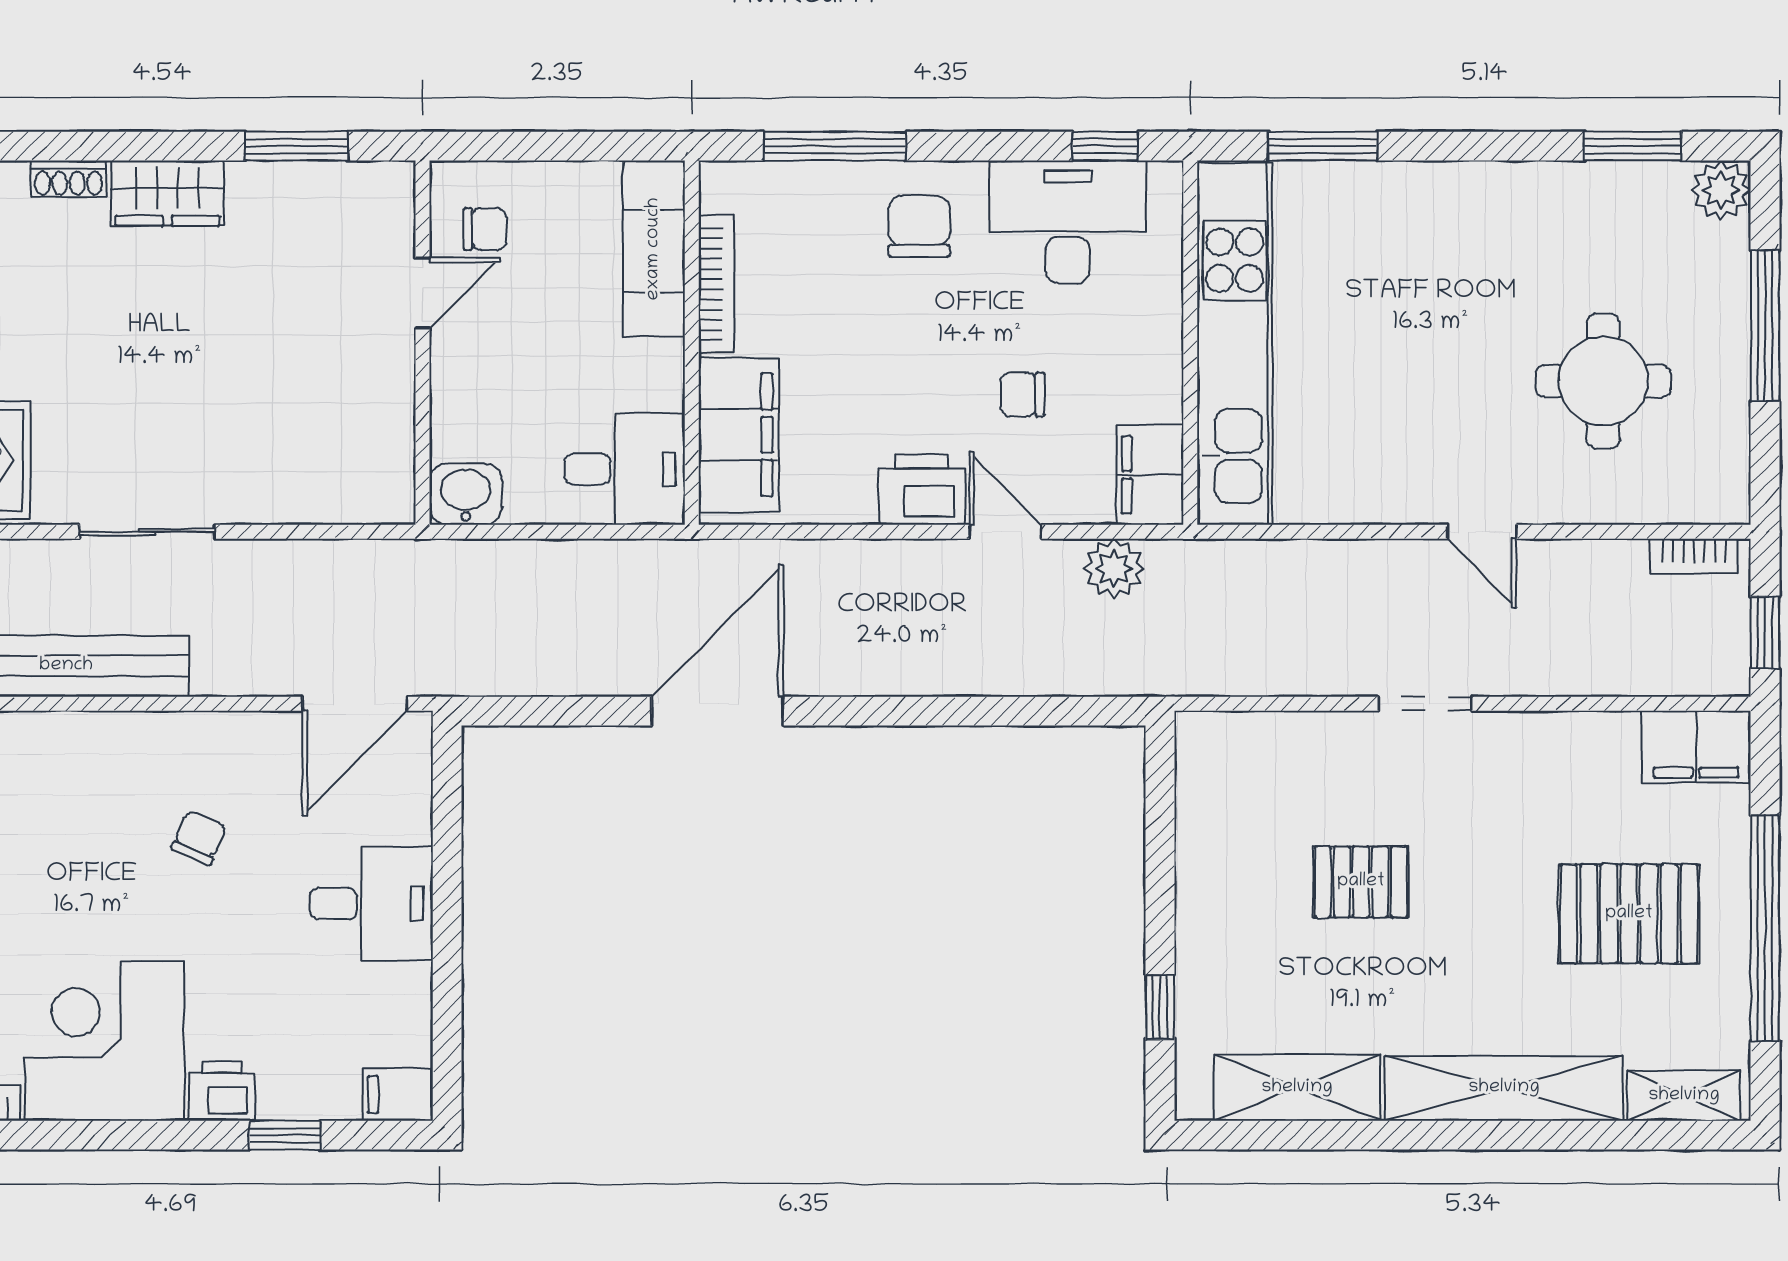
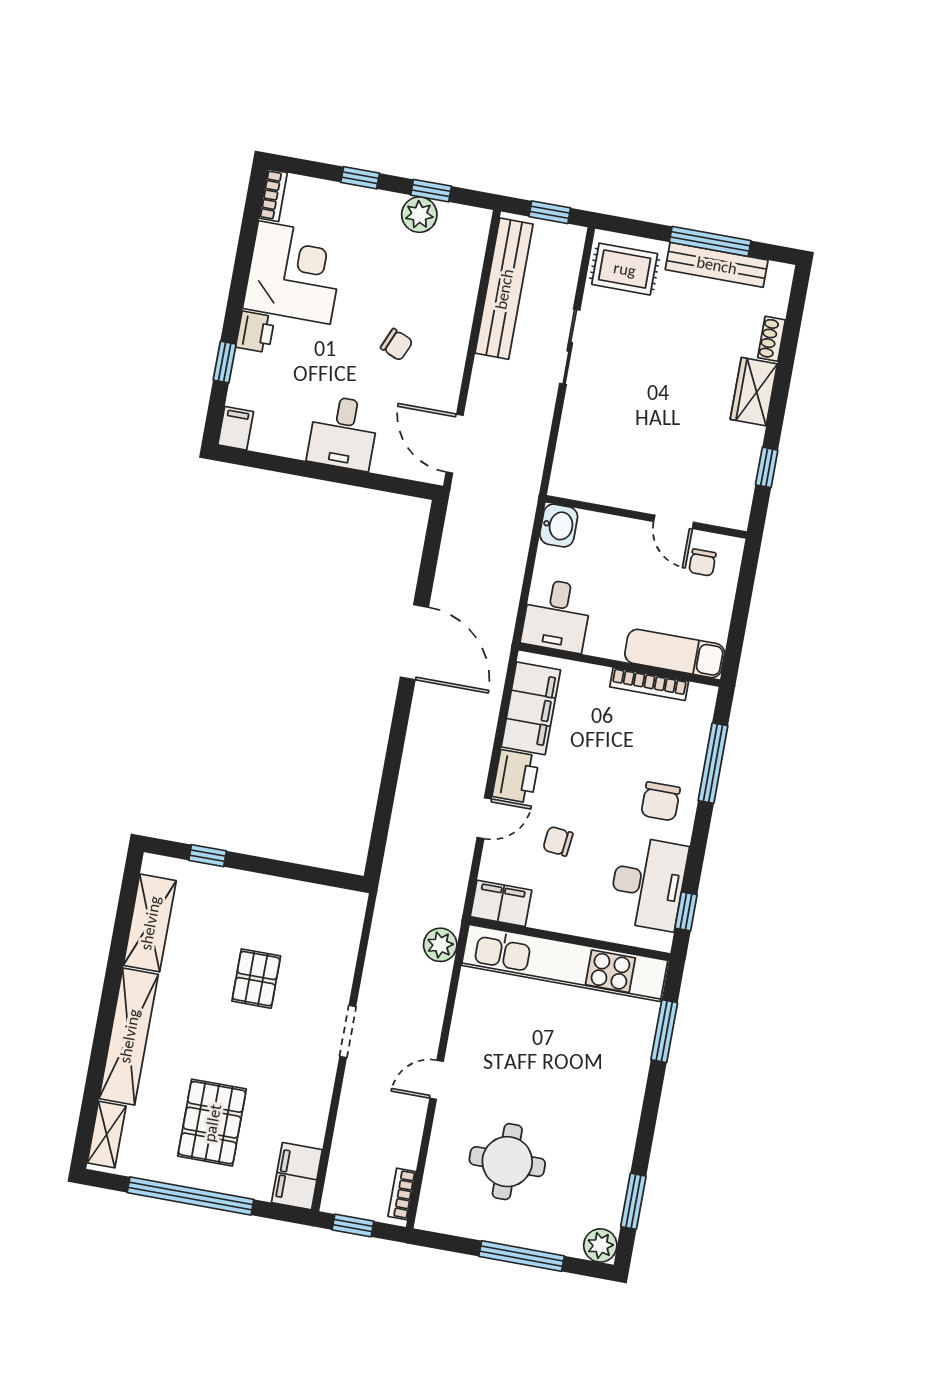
window: (297, 146) -> (767, 467), width x0.67
chair: (919, 226) -> (661, 801), turned 90
chair: (1022, 394) -> (558, 841), turned -84
filing cabinet: (739, 435) -> (531, 708), moved, turned -90
plant: (1114, 569) -> (440, 945), moved

